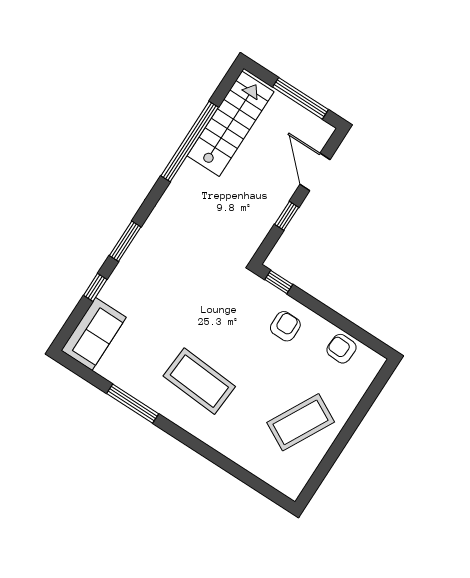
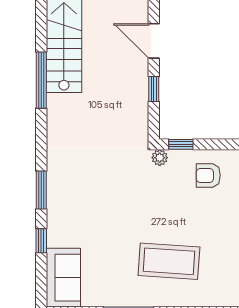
window: (190, 142) -> (41, 80), width x0.68
plant: (252, 282) -> (160, 158), added
armchair: (285, 326) -> (208, 175), turned -90

